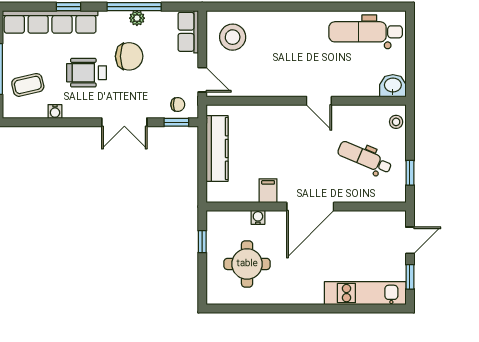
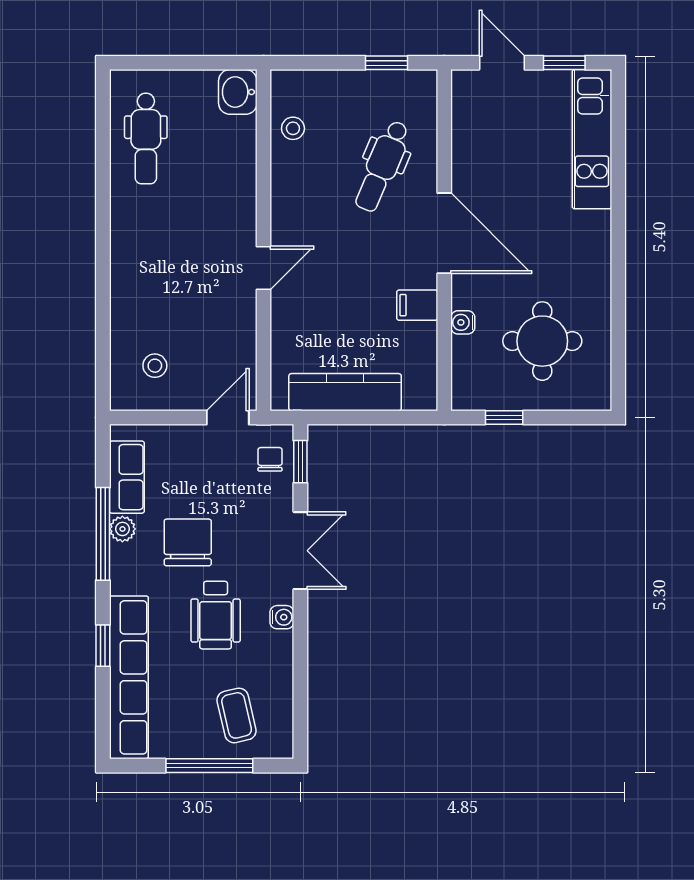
row of seats: (188, 32) -> (127, 477), moved, turned -90
dental chair: (366, 32) -> (146, 139), width x0.73, depth x0.72
stool: (233, 37) -> (155, 366), width x0.53, depth x0.53
door: (319, 101) -> (264, 268), moved
water cooler: (55, 111) -> (282, 617), moved
stool: (396, 122) -> (293, 128), moved
dental chair: (365, 158) -> (382, 166), moved

